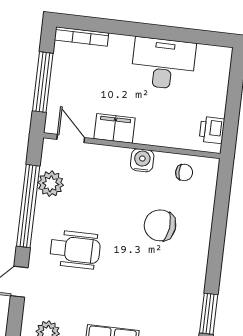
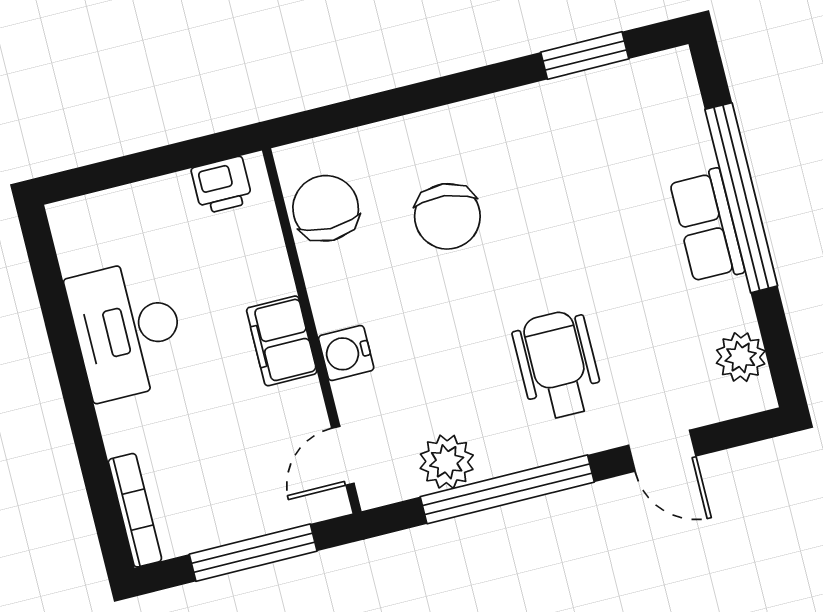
filing cabinet: (115, 128) -> (282, 341), moved
water cooler: (142, 160) -> (346, 353), moved
chair: (184, 172) -> (326, 208), width x1.87, depth x1.87

